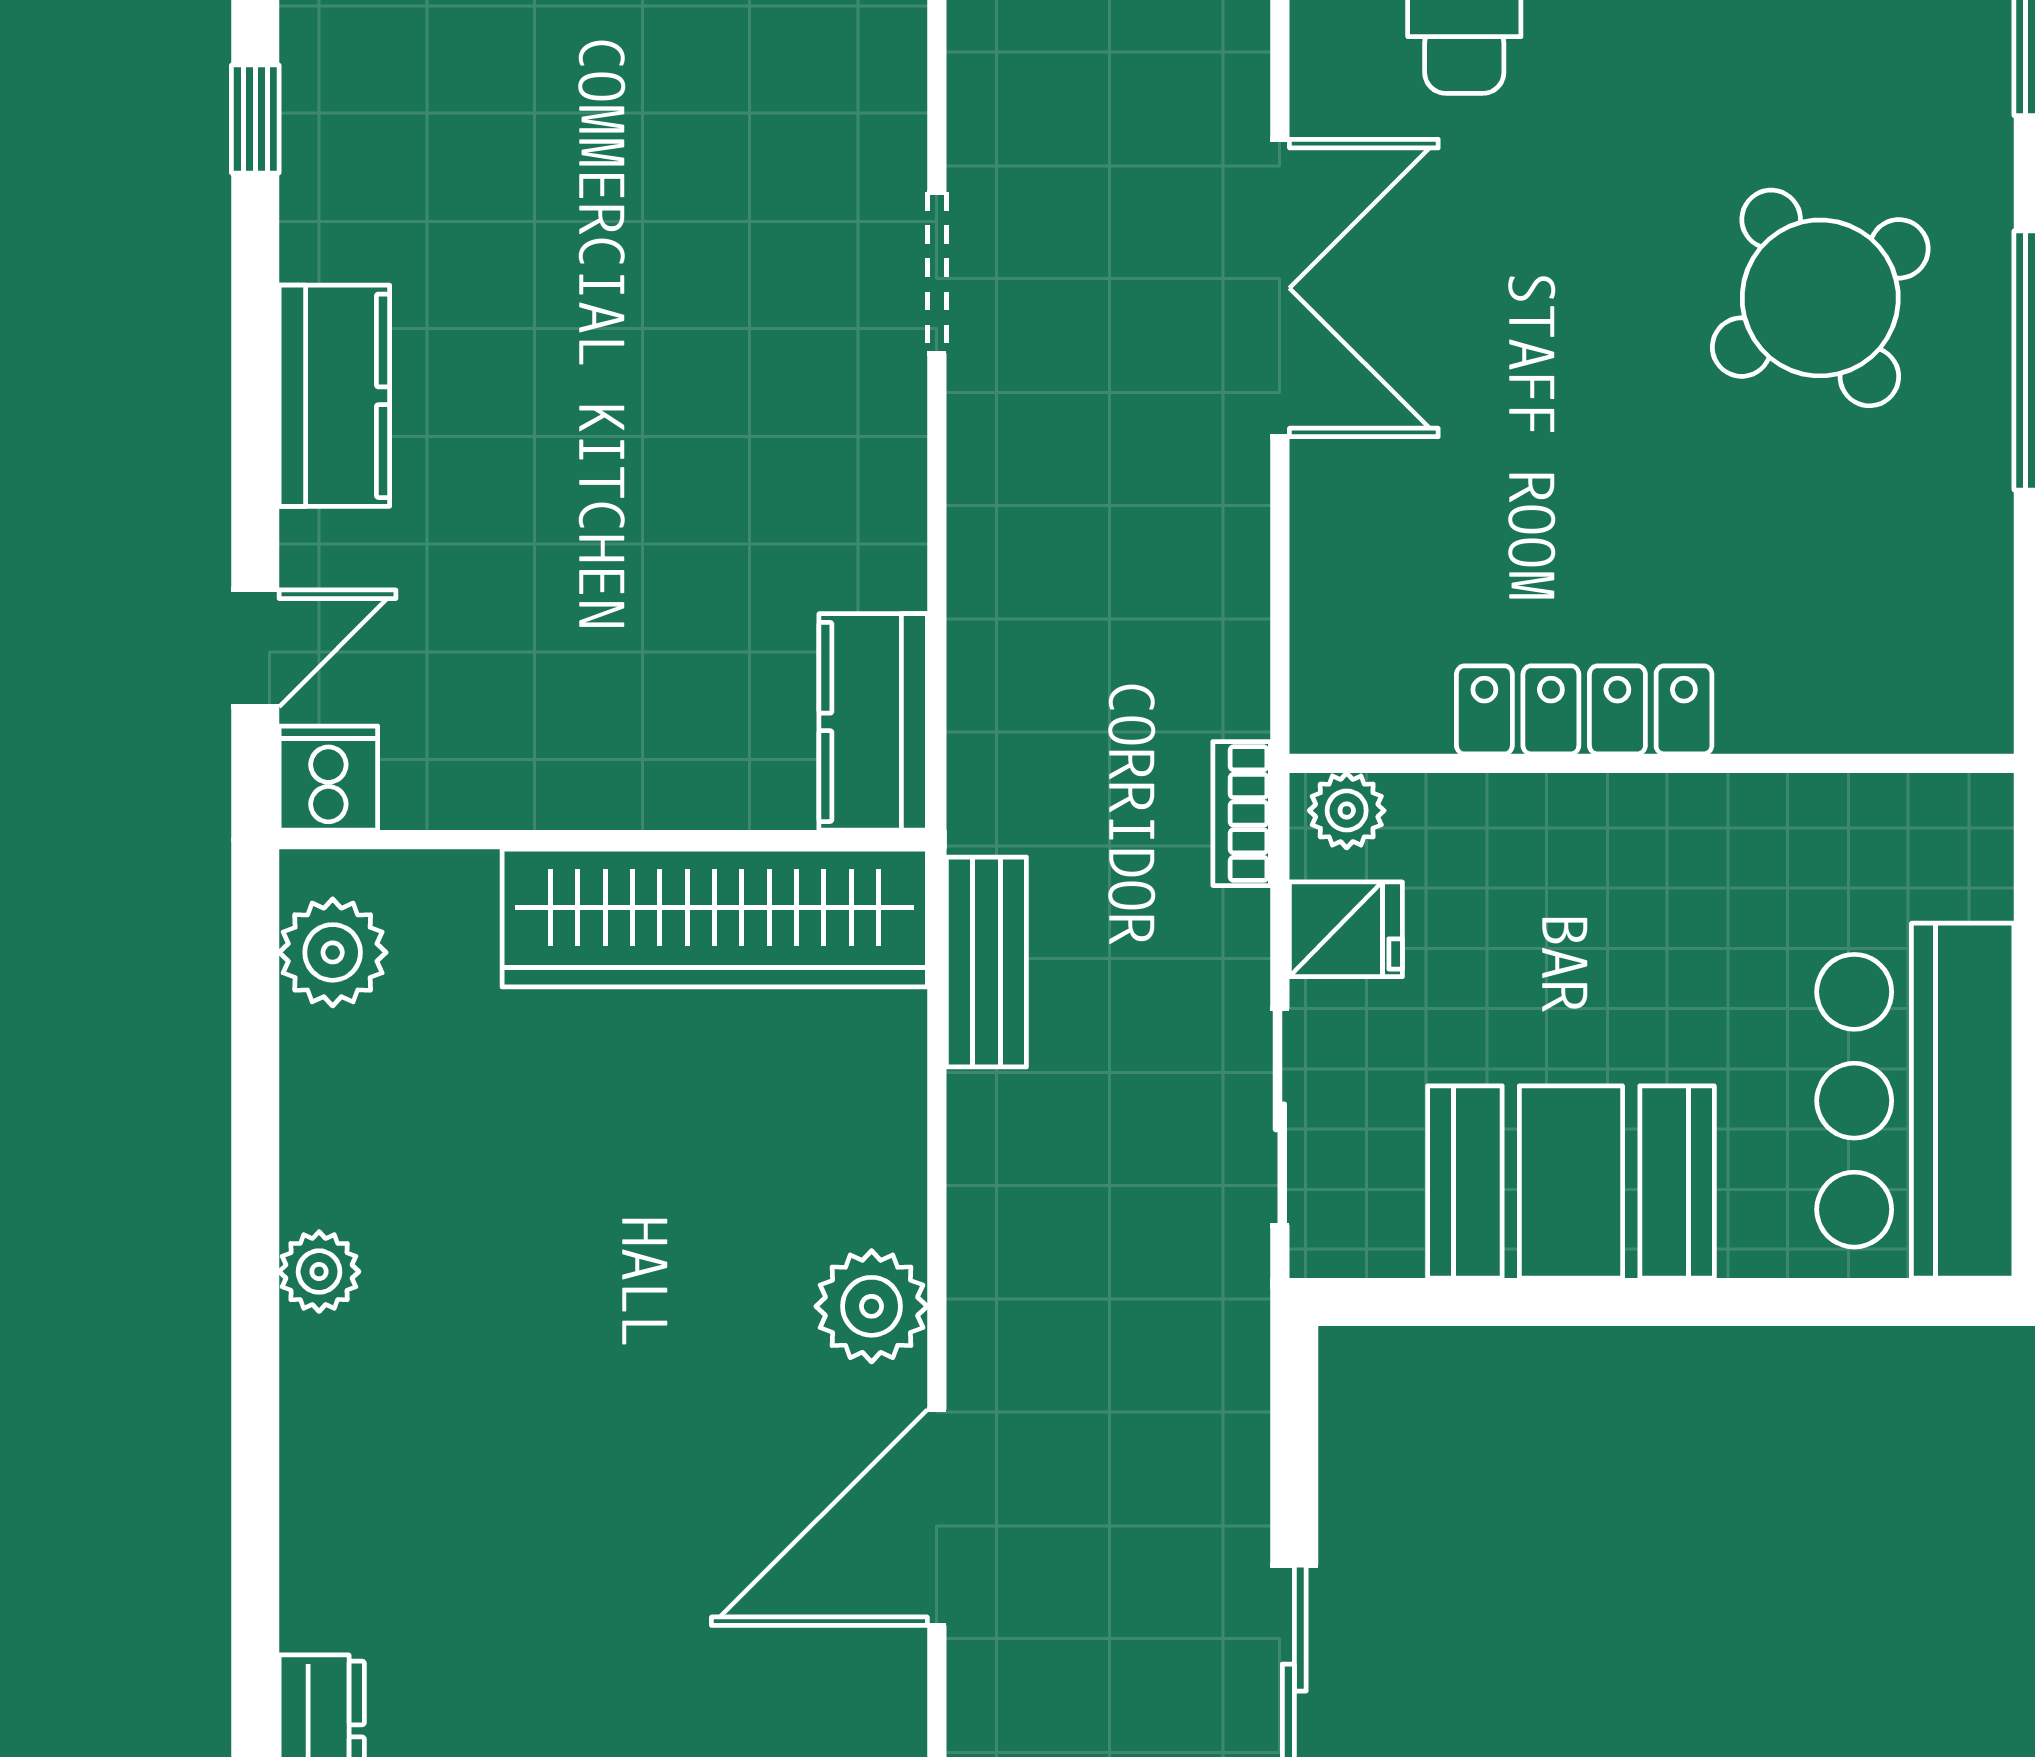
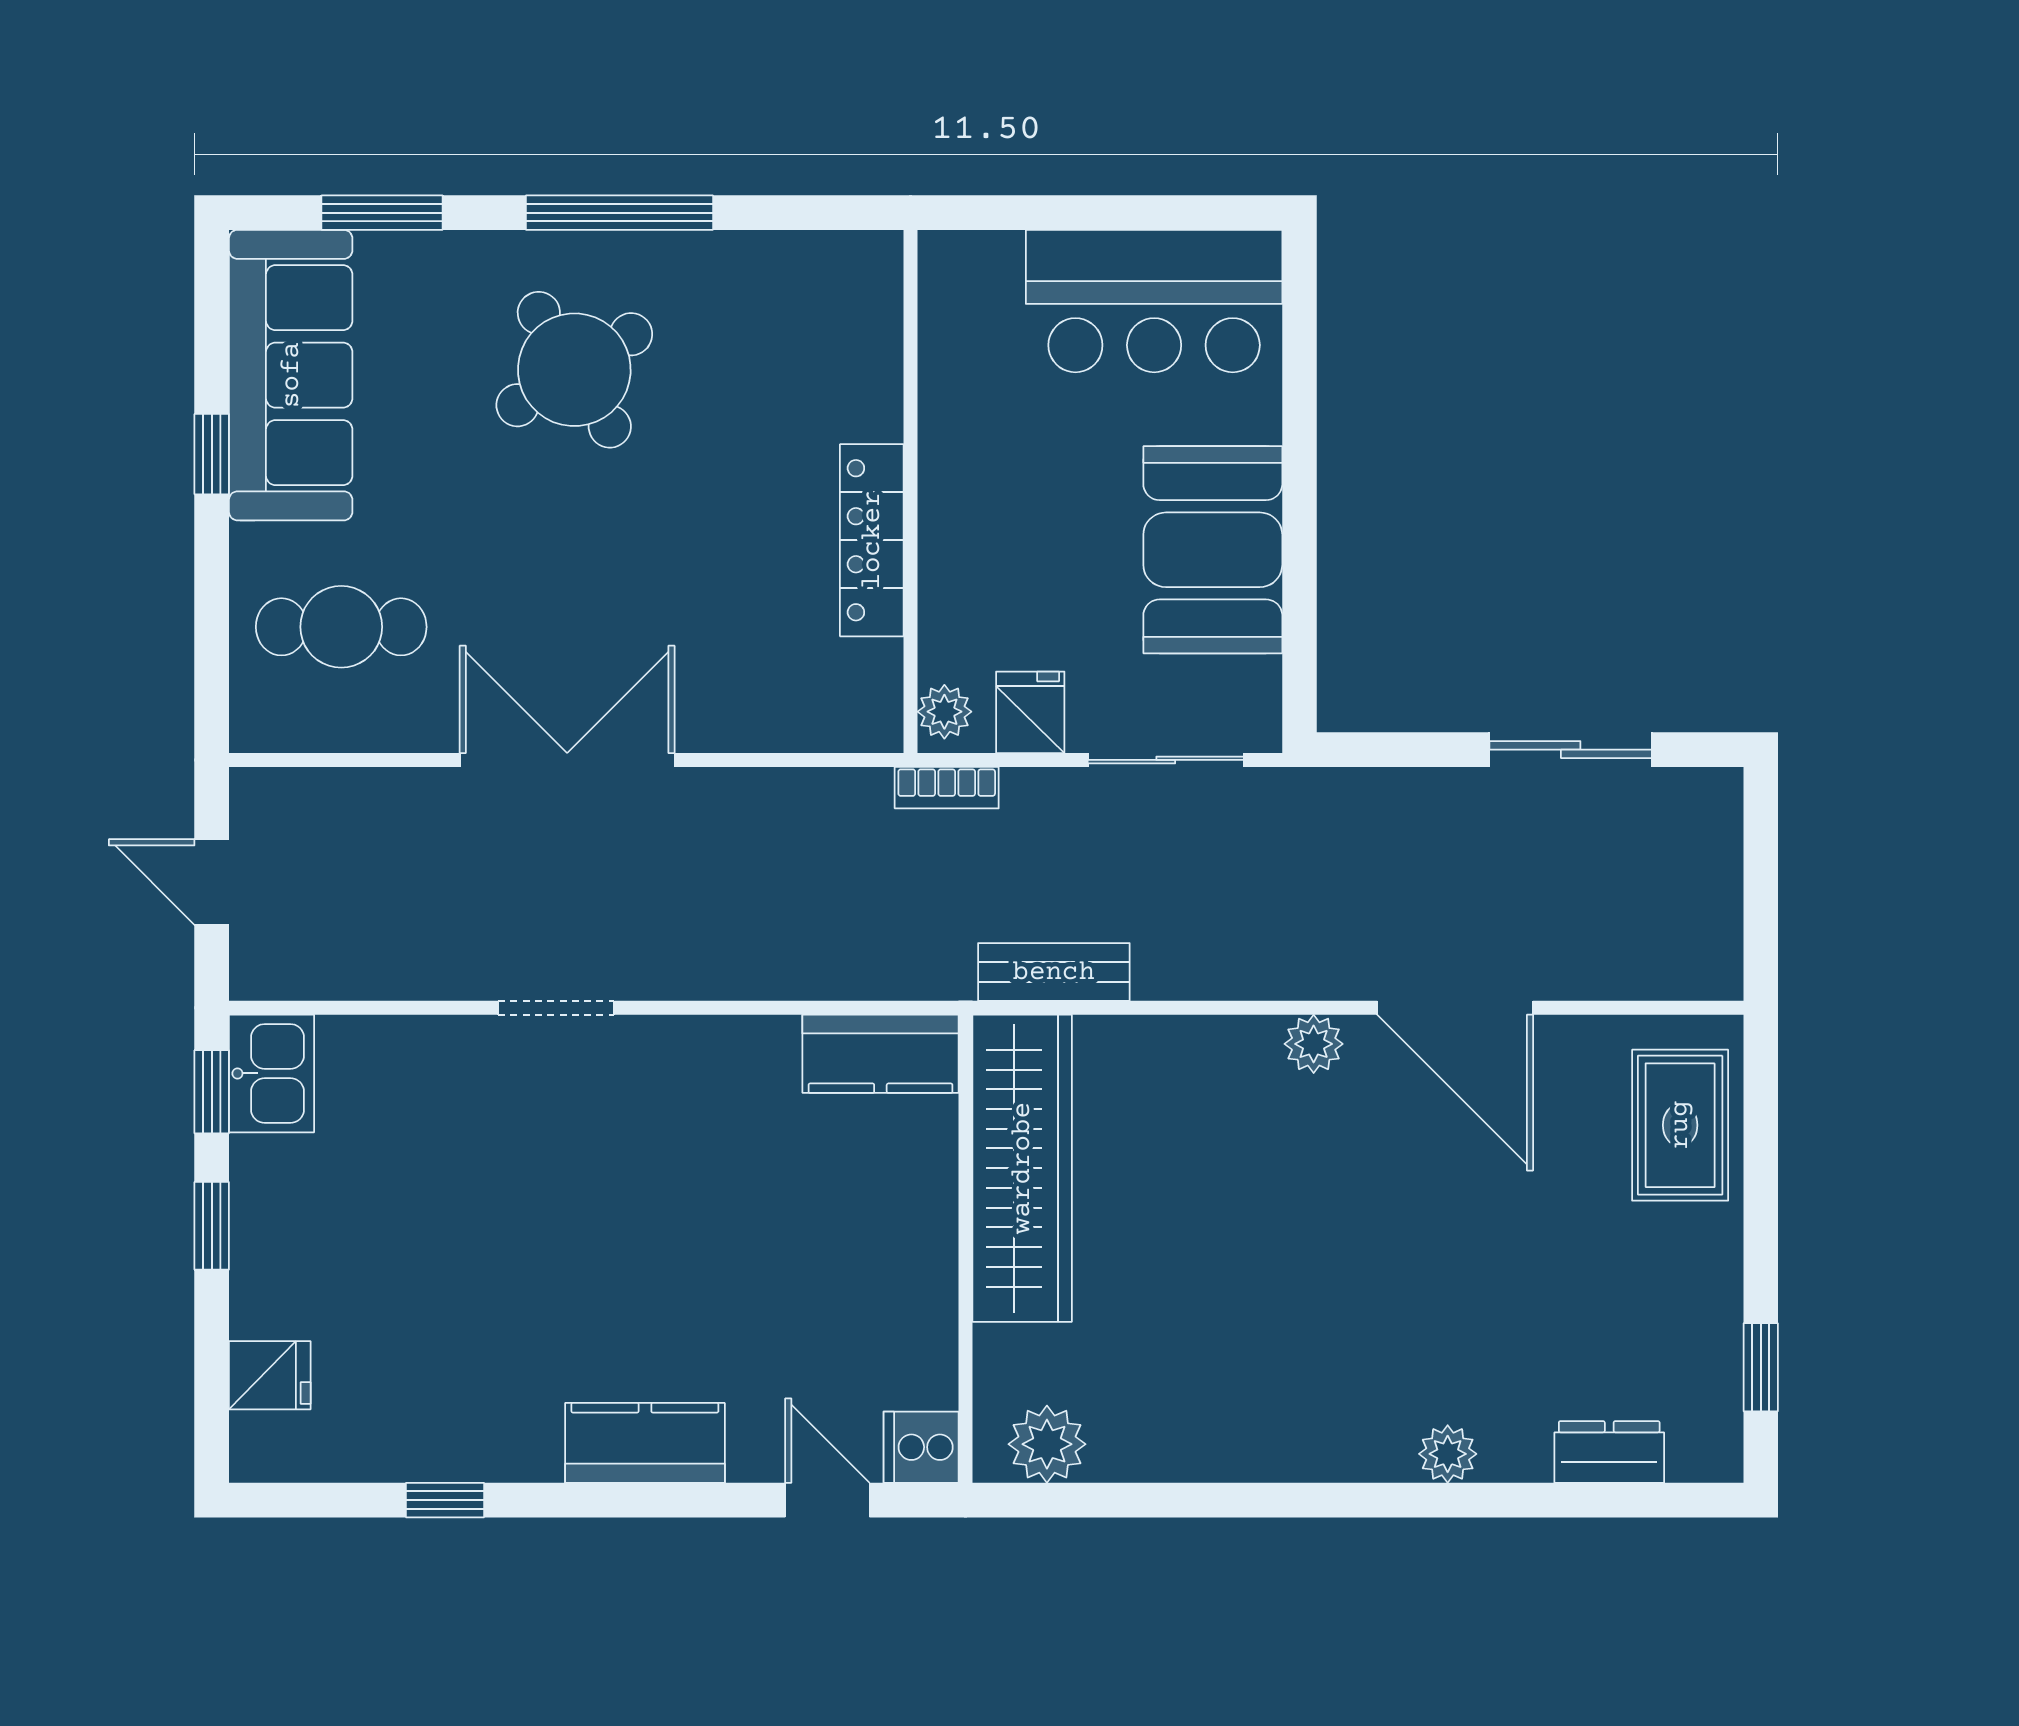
plant: (319, 1272) -> (1448, 1454), moved
plant: (872, 1306) -> (1314, 1044), width x0.73, depth x0.73

